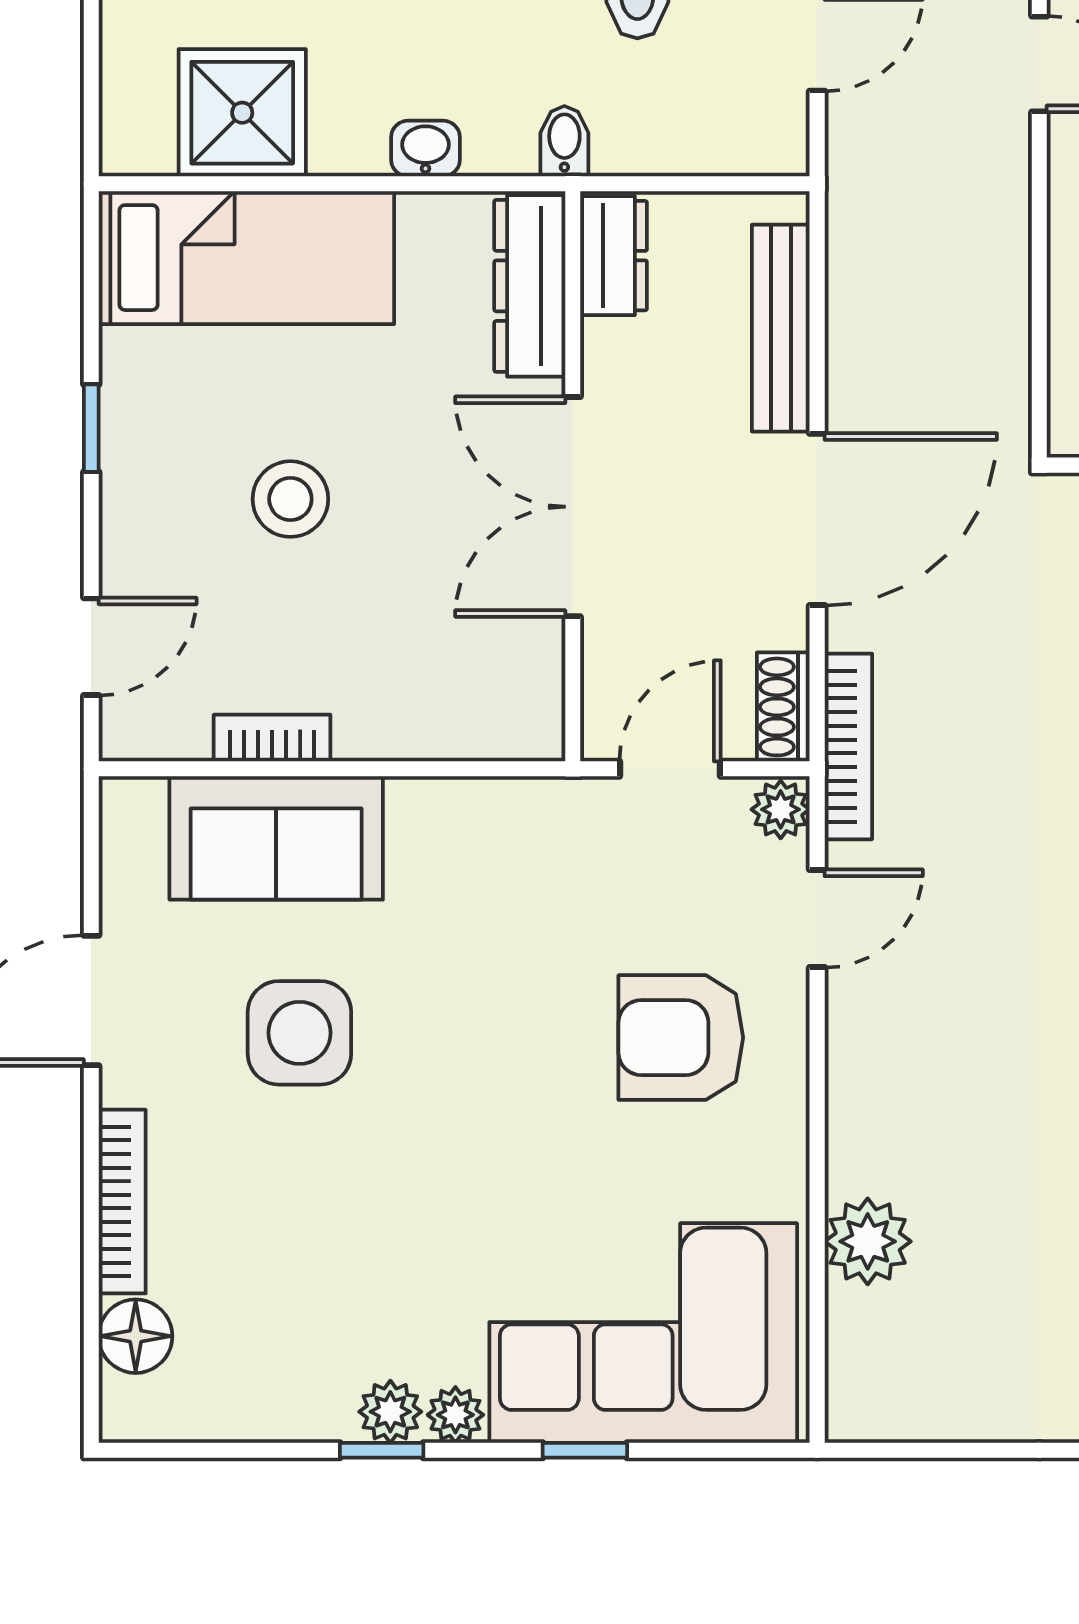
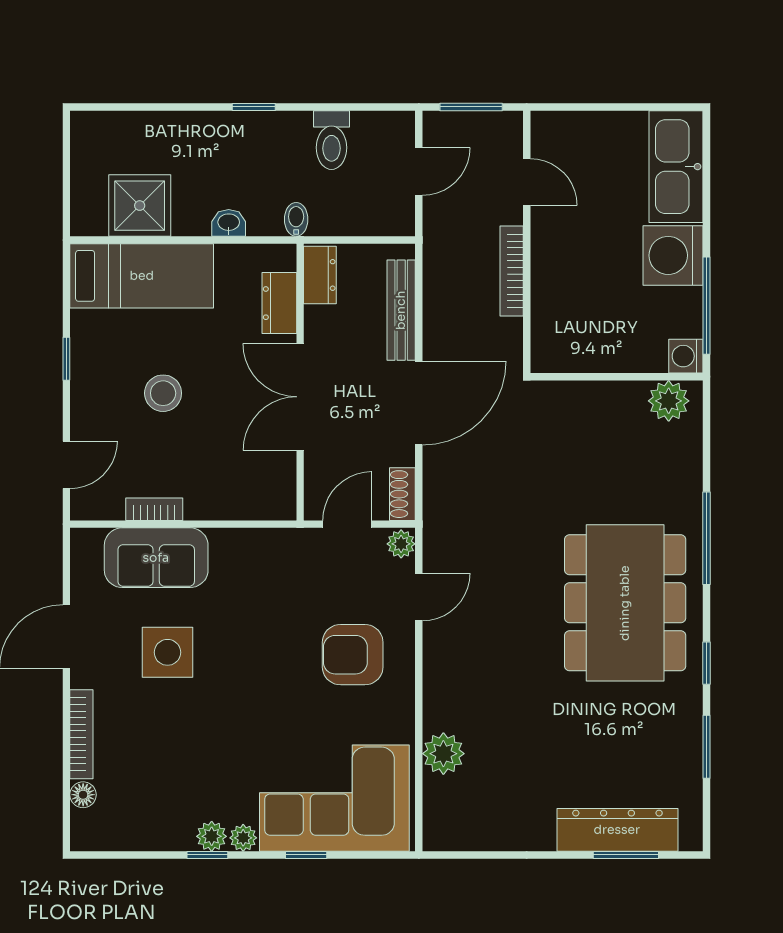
dresser: (530, 286) -> (279, 303), width x0.70
bookcase: (848, 746) -> (512, 271), moved, turned 180
floor lamp: (136, 1336) -> (83, 795), width x0.73, depth x0.73

